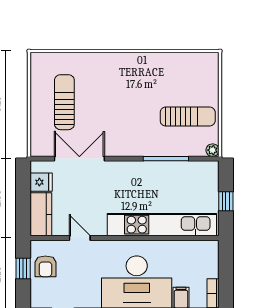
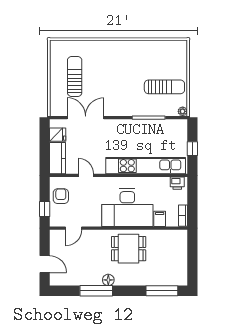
printer: (205, 249) -> (177, 183), added
armchair: (45, 266) -> (61, 196), turned 180
window: (23, 268) -> (45, 209), moved

